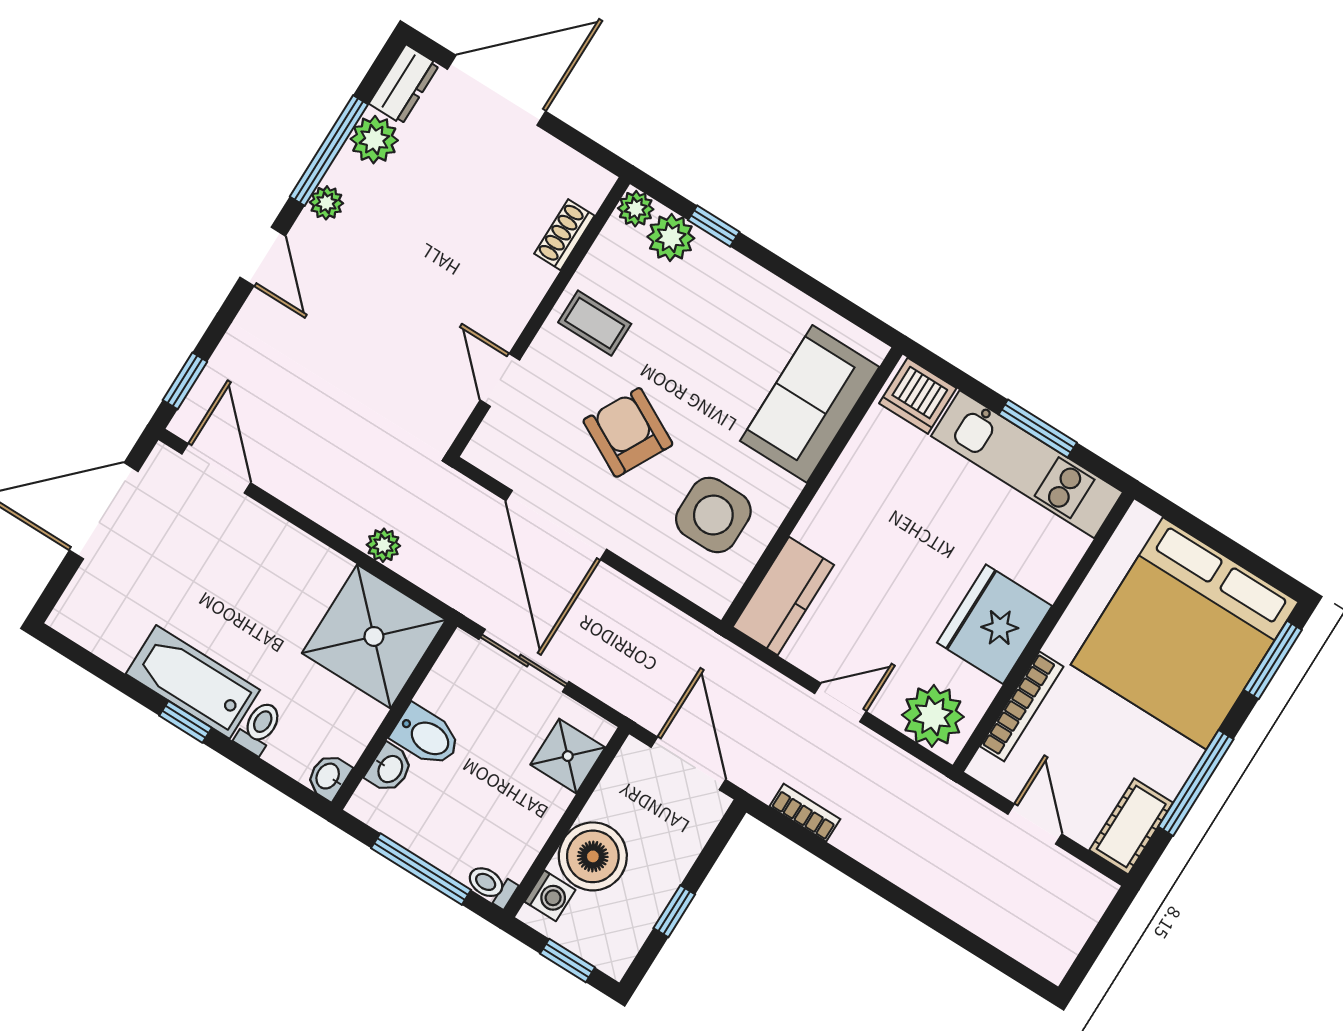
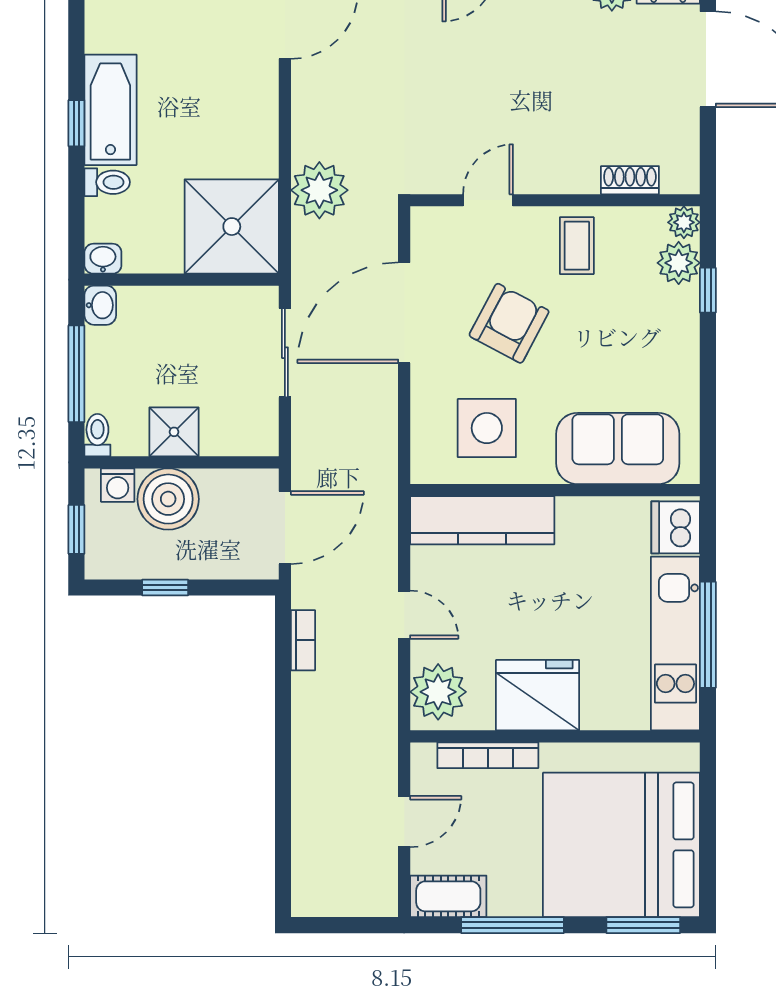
window: (1038, 429) -> (708, 635), width x1.44
plant: (383, 545) -> (319, 190), width x1.88, depth x1.88
kitchen counter: (783, 596) -> (482, 520), width x1.50
bidet: (426, 736) -> (181, 314), removed
shower: (568, 756) -> (174, 432), moved
washbasin: (389, 768) -> (100, 305), moved, turned -90

